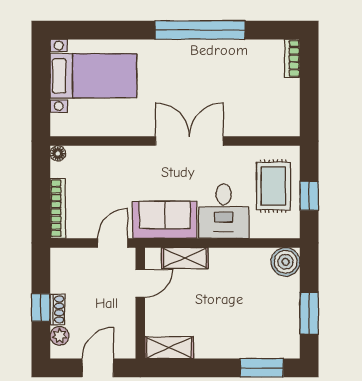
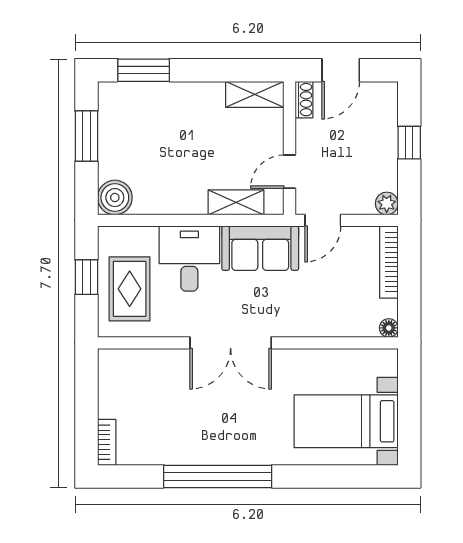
shoe rack: (57, 309) -> (304, 100), moved, turned 180
plant: (60, 336) -> (387, 204), moved

